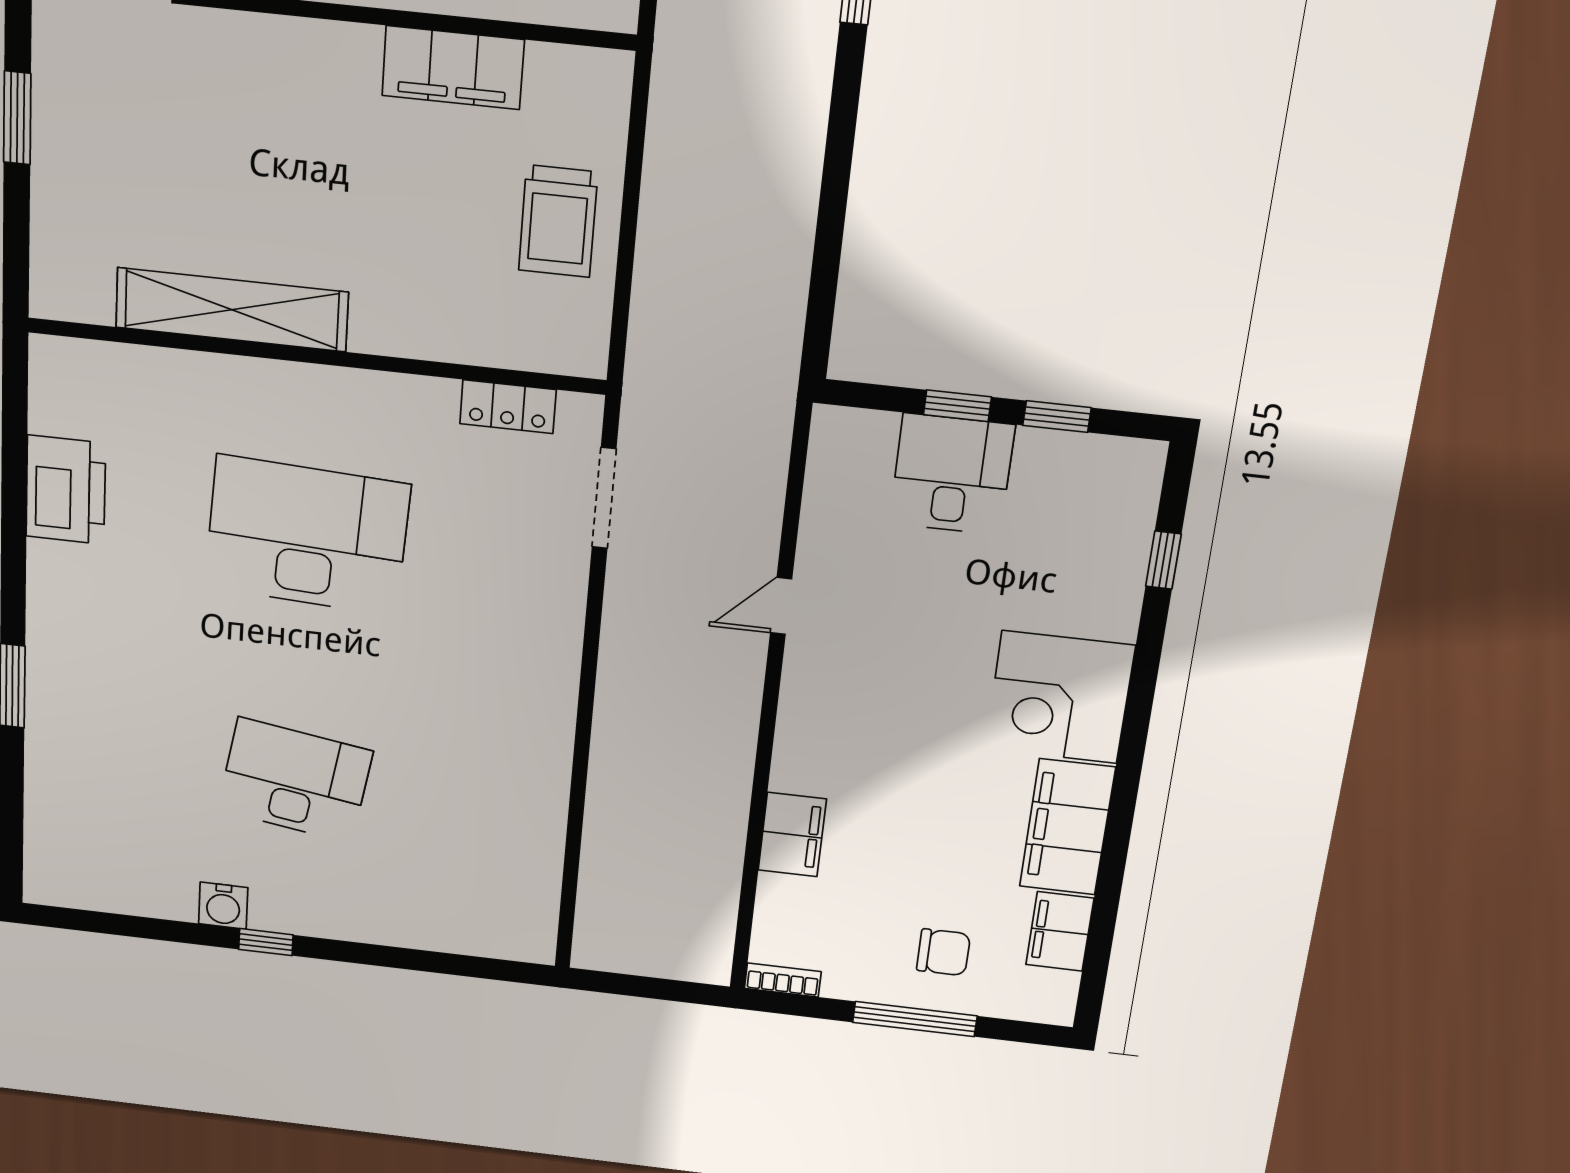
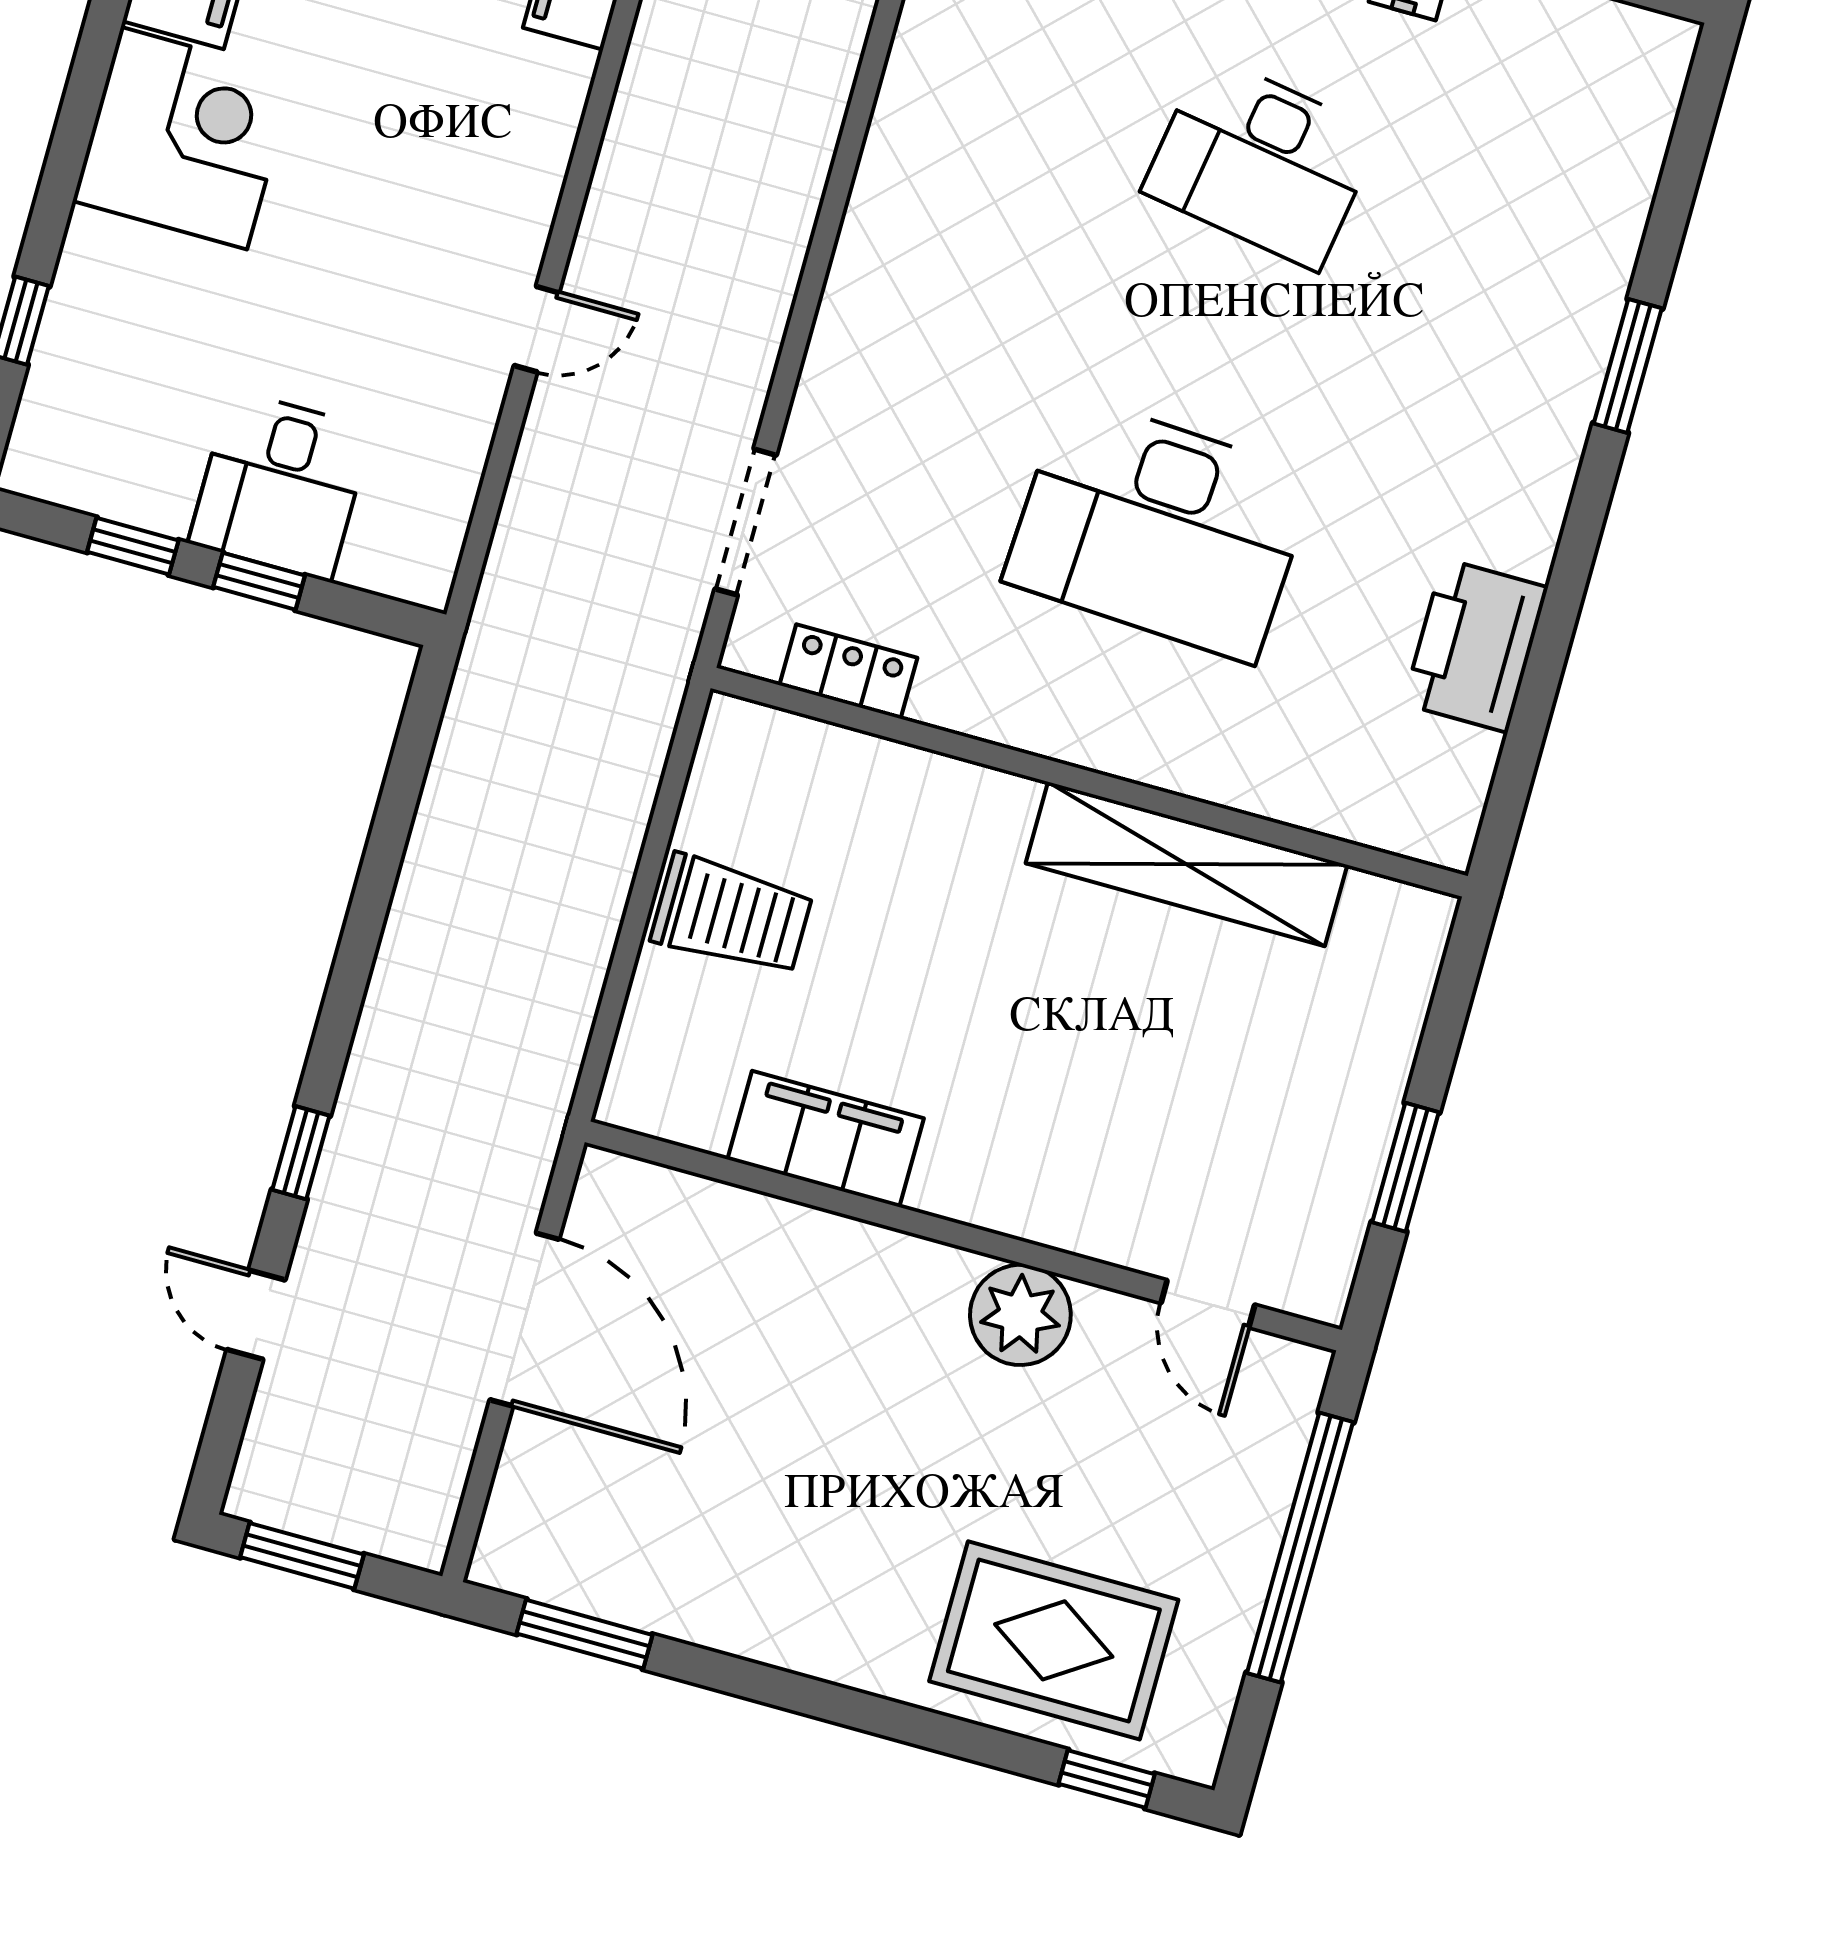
trolley: (558, 221) -> (732, 915), turned 90

